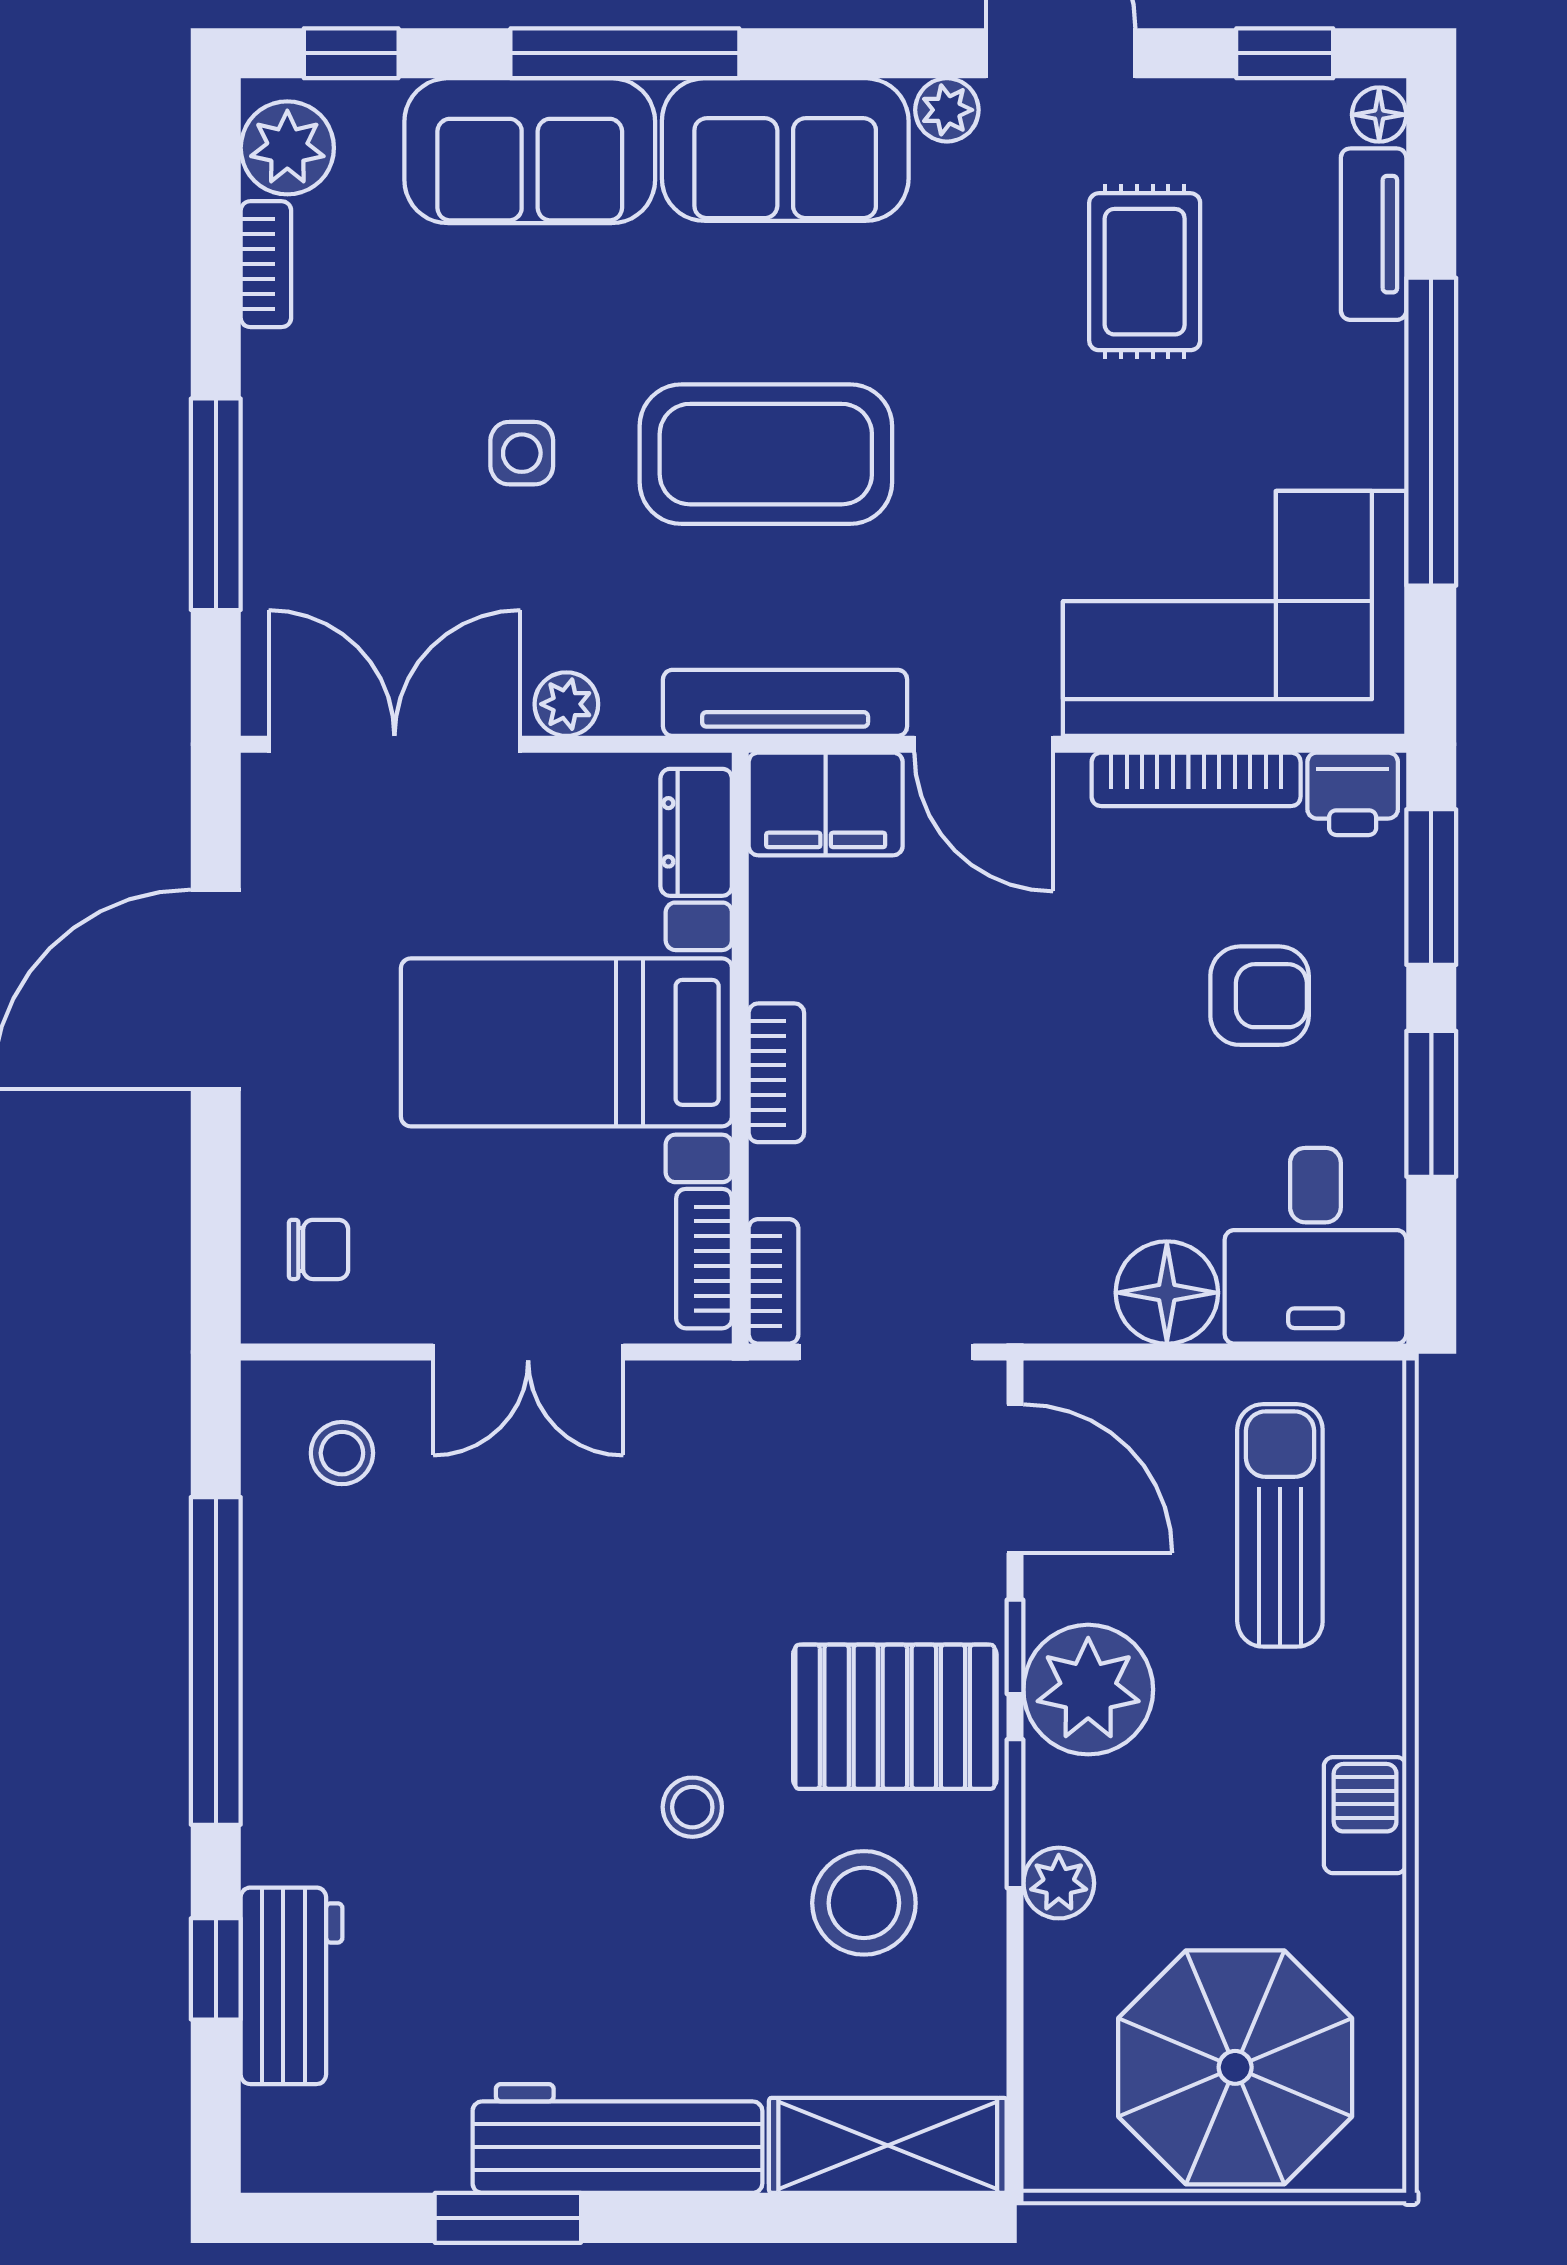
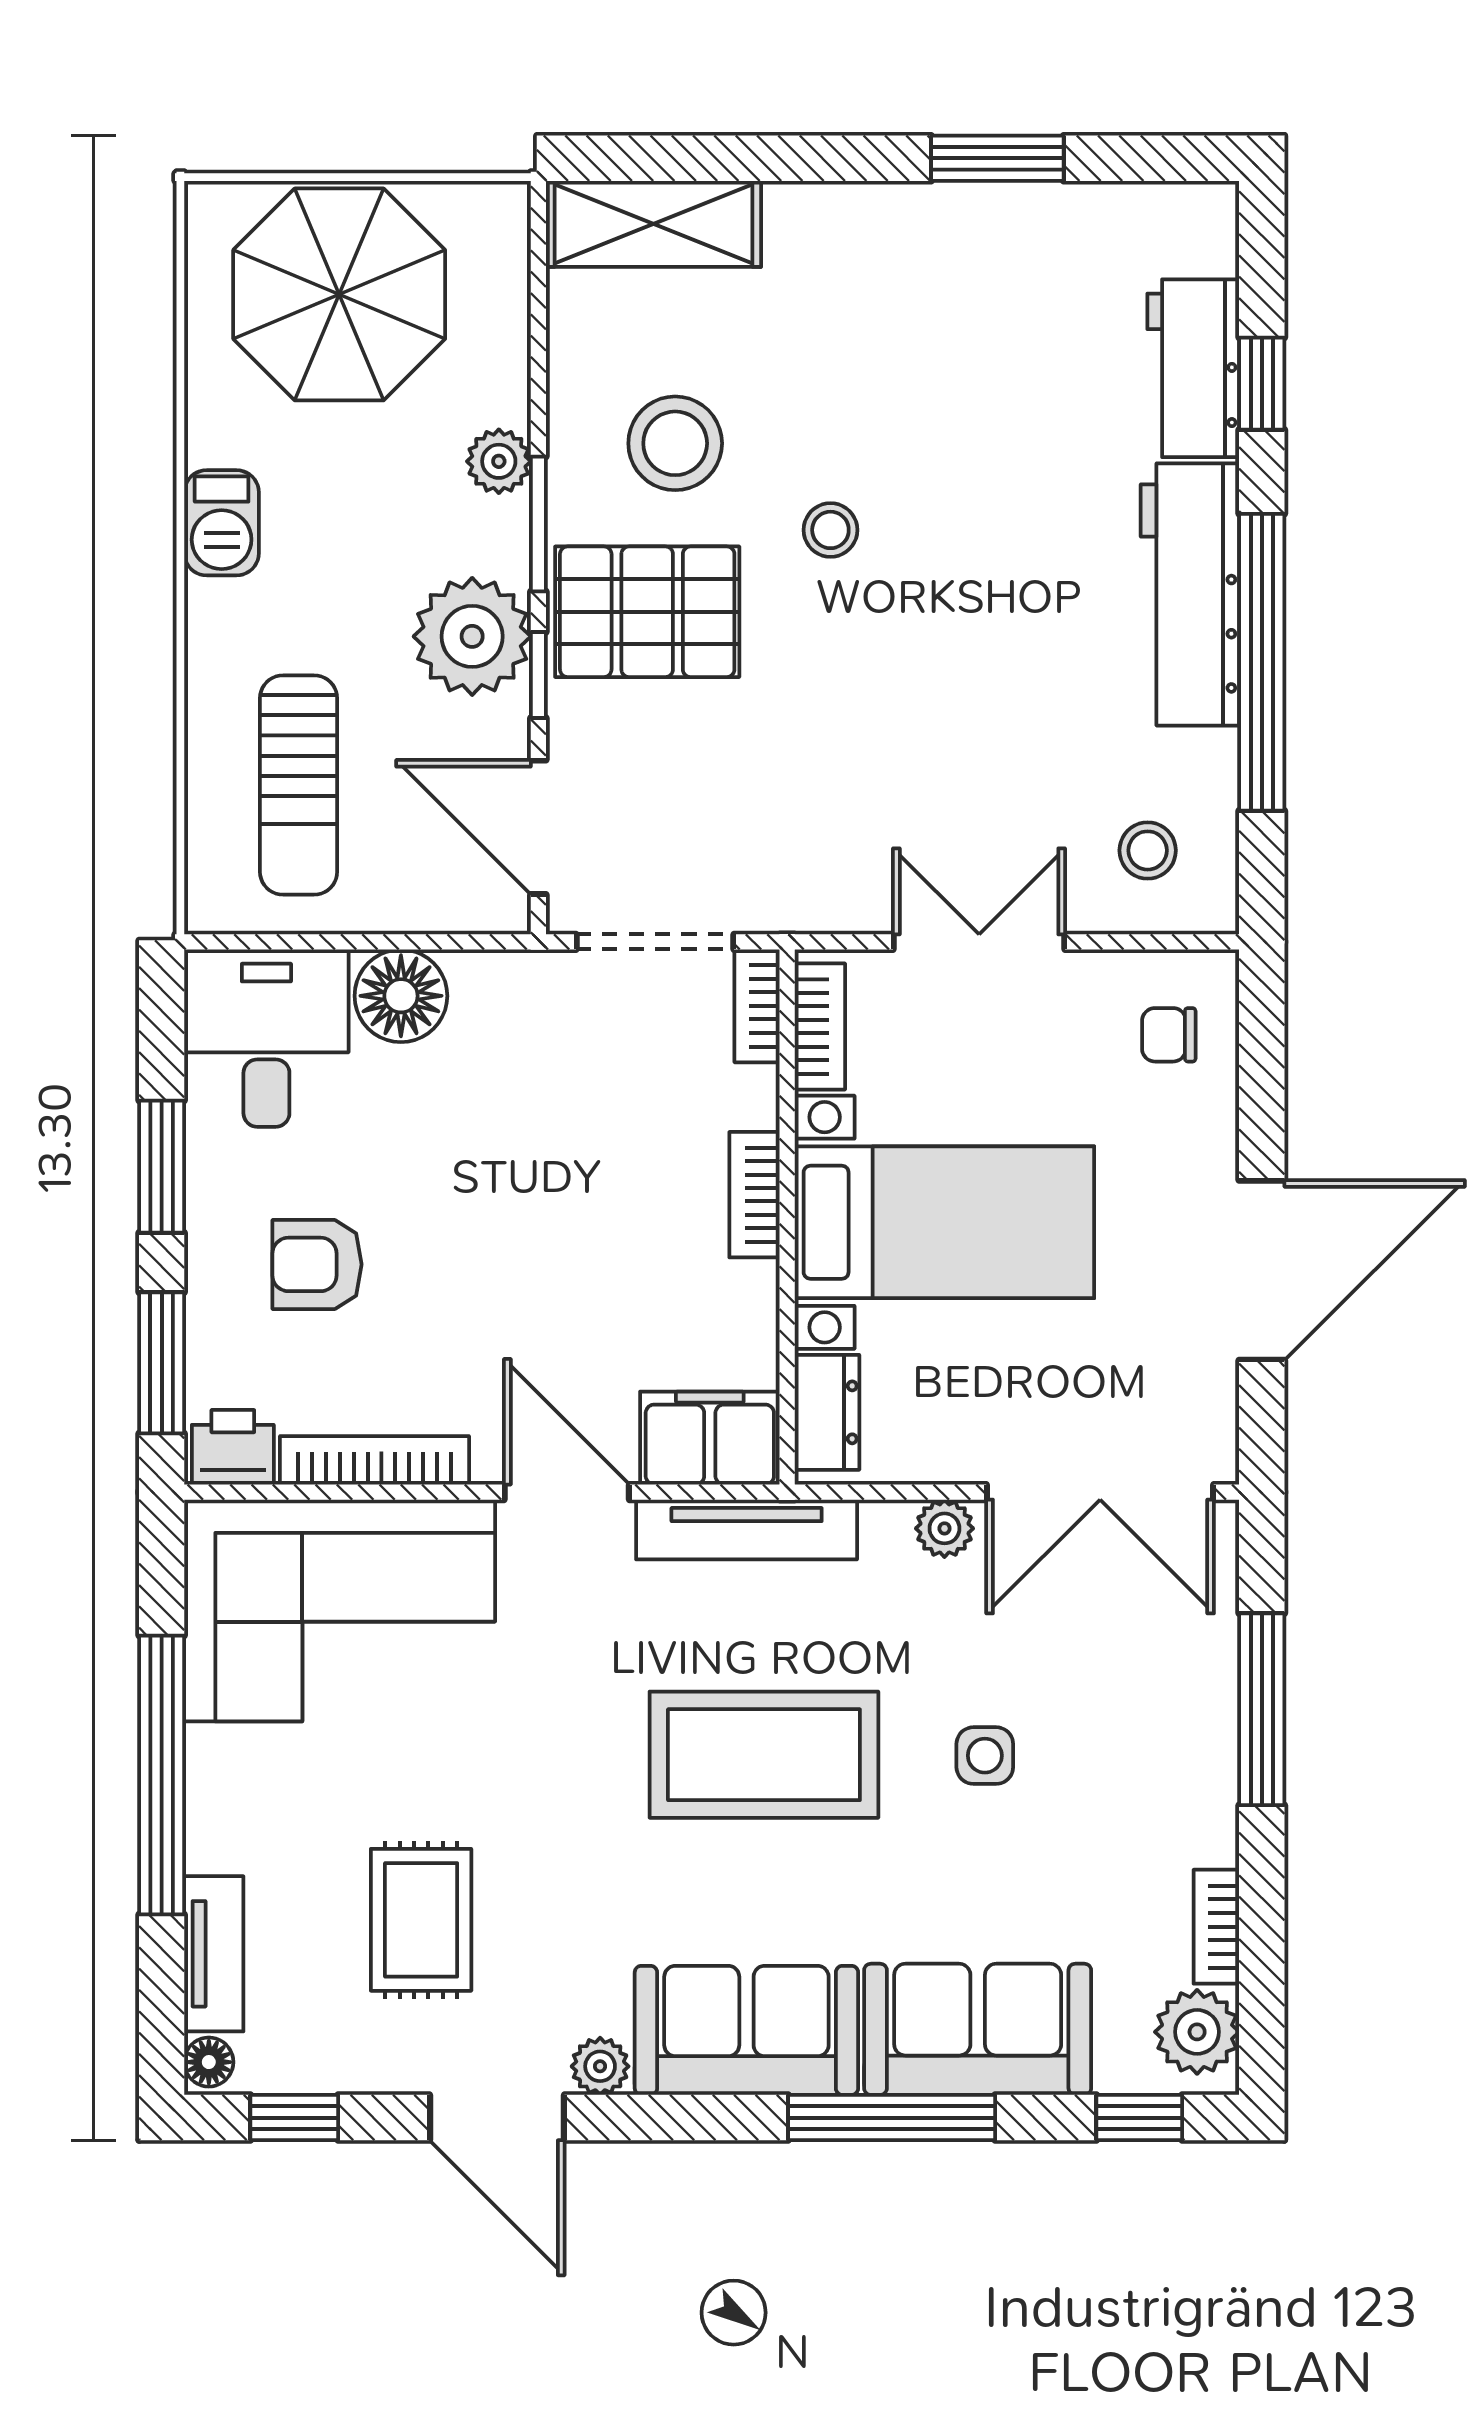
workbench: (617, 2138) -> (1190, 594), moved, turned 90

